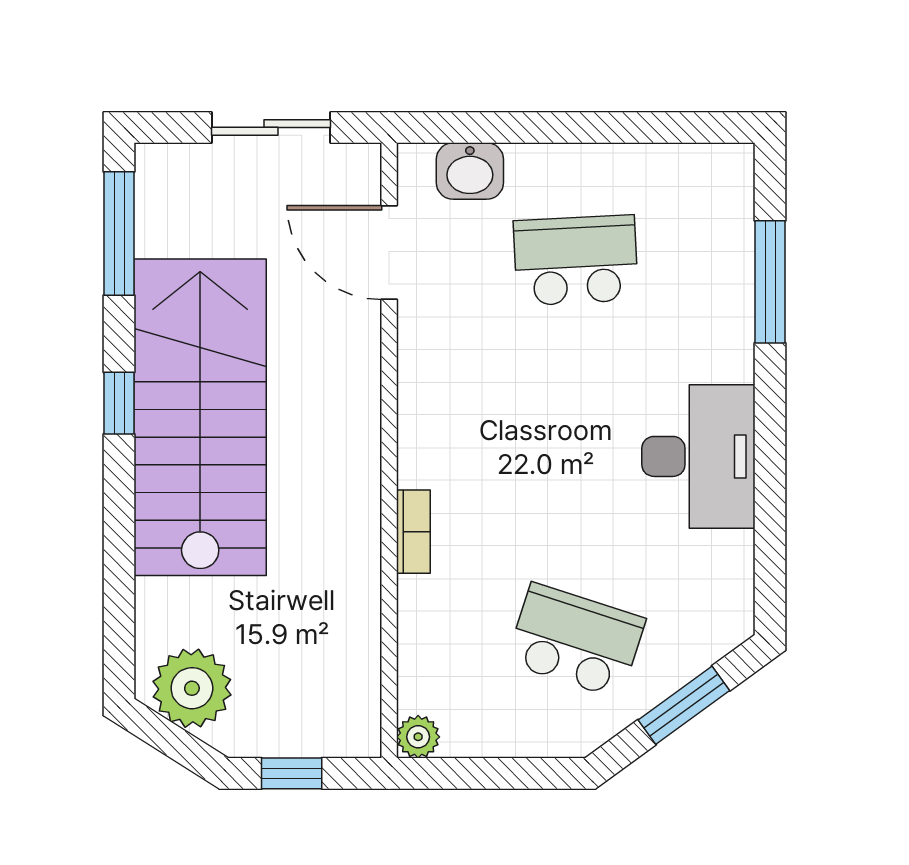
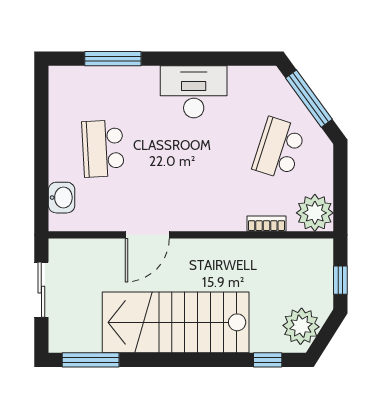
door: (389, 253) -> (147, 235), moved
window: (119, 403) -> (268, 360), moved
bookcase: (413, 532) -> (266, 224), moved
window: (684, 705) -> (309, 99), width x1.44
plant: (418, 737) -> (315, 213), width x1.88, depth x1.88

